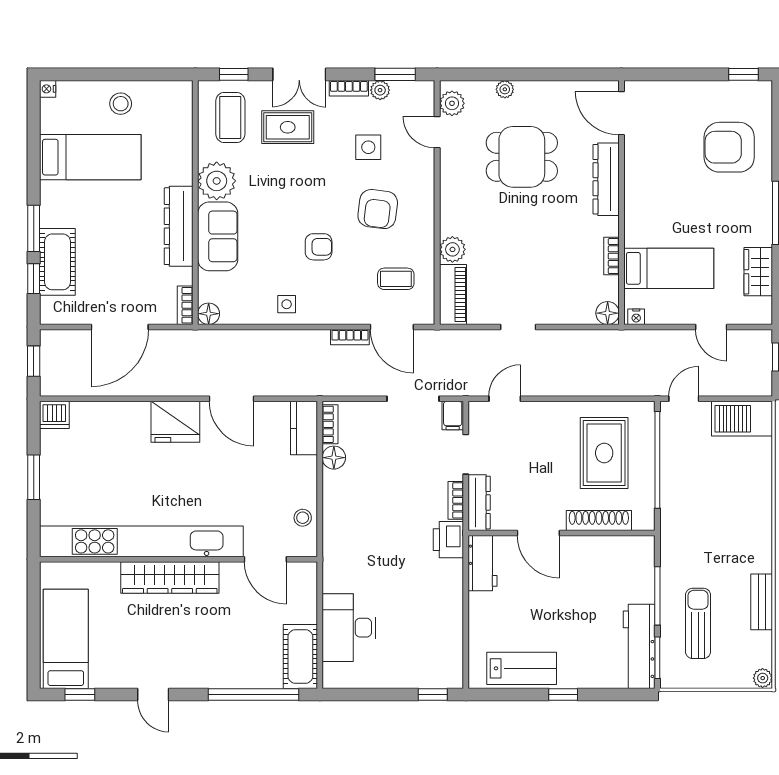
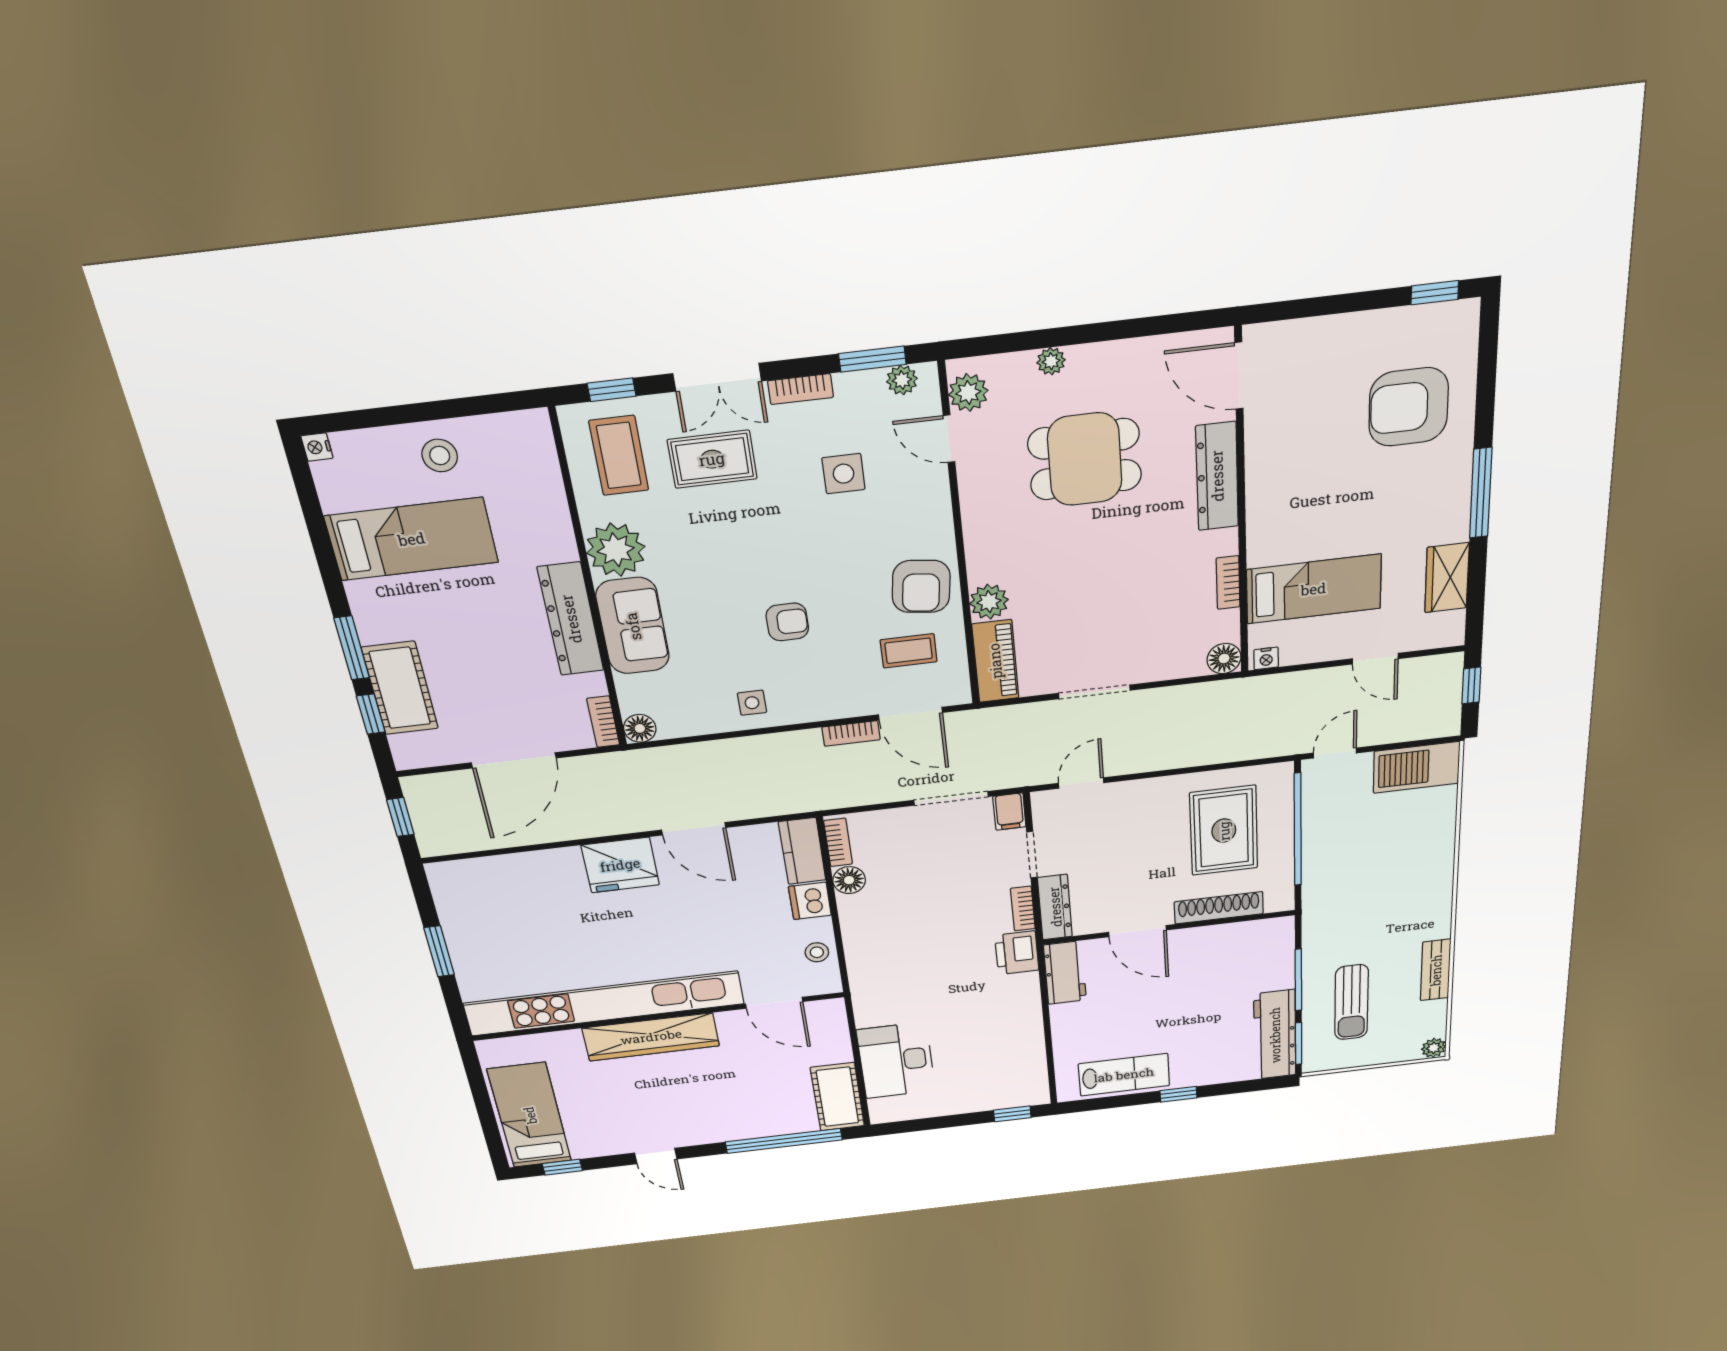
plant: (380, 90) -> (902, 380), moved
armchair: (378, 209) -> (921, 586), moved
doorway: (518, 327) -> (1094, 692), width x1.38
dishwasher: (54, 415) -> (810, 901), moved, turned 90
sun lounger: (698, 623) -> (1352, 1002), turned 180

